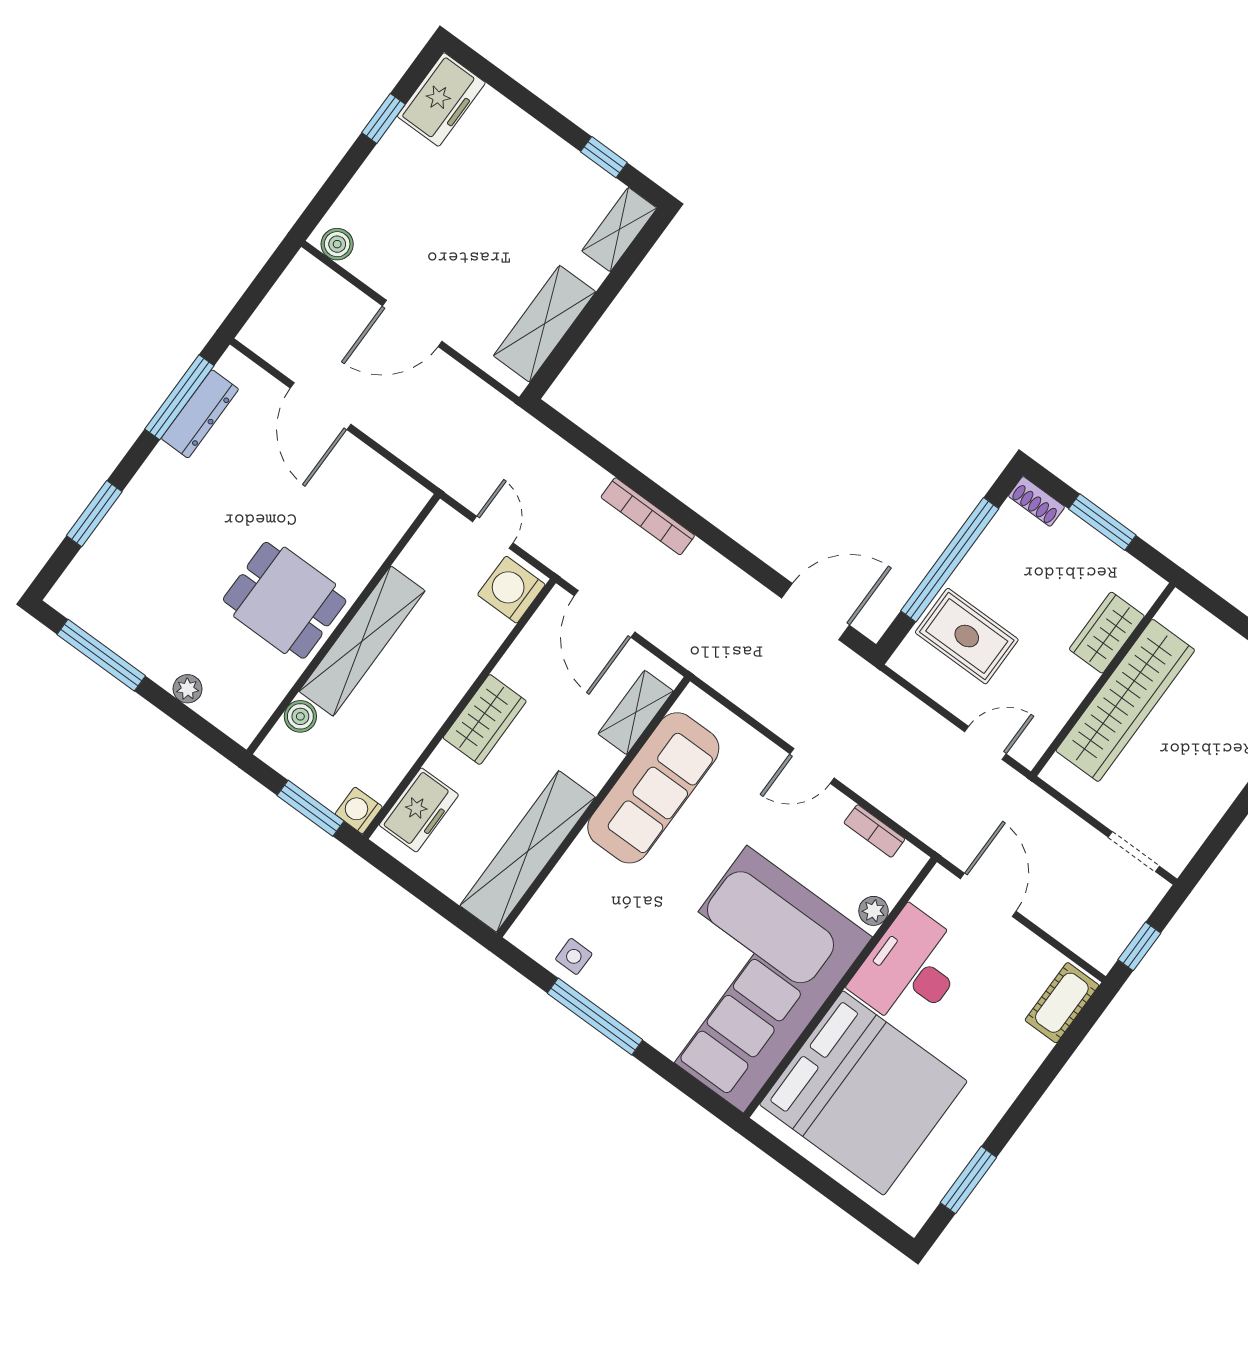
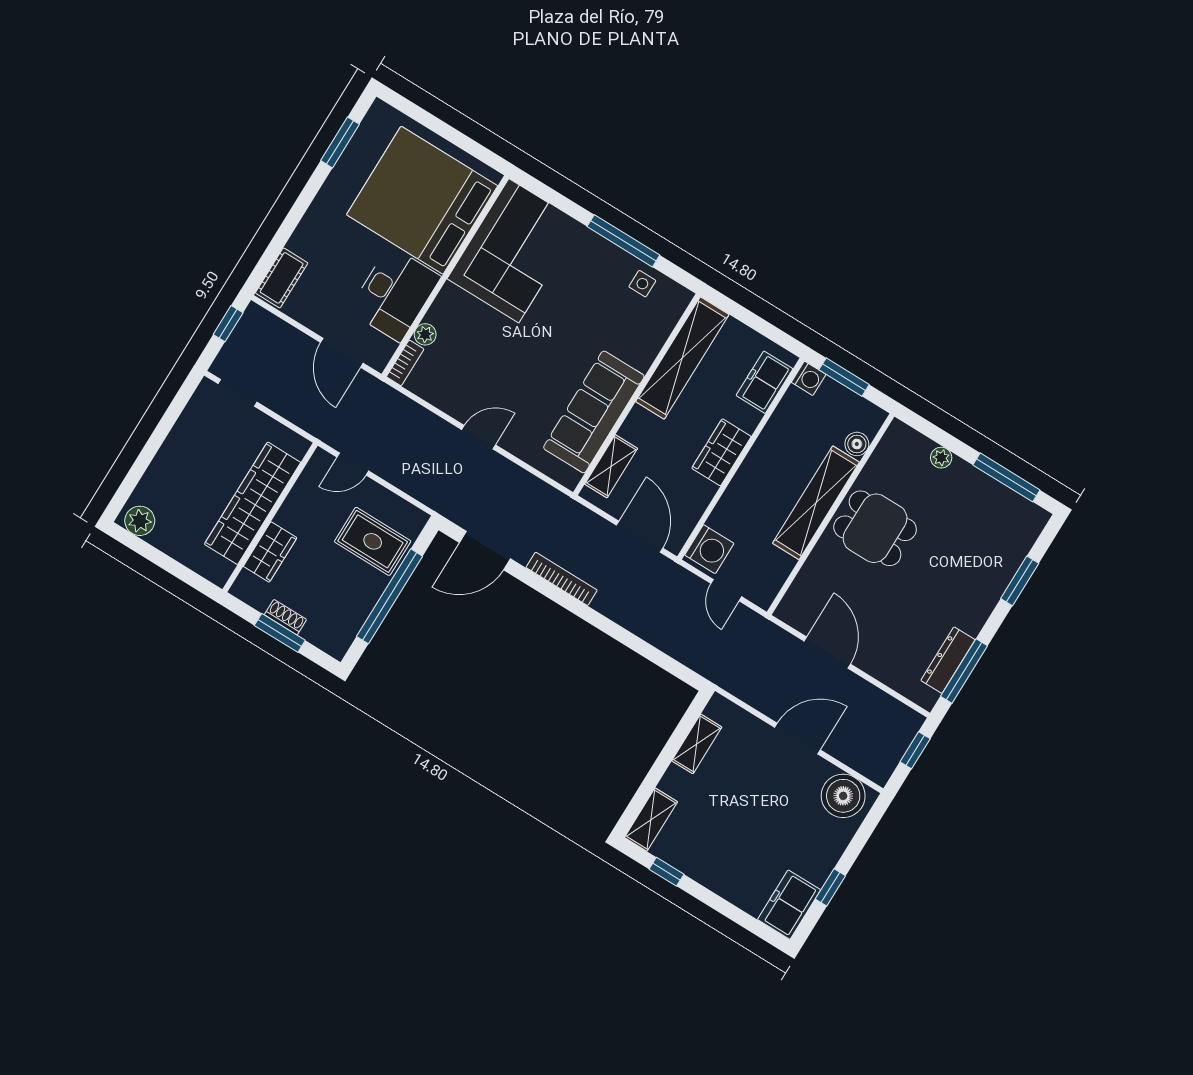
boiler: (337, 244) -> (843, 796), width x1.86, depth x1.86
window: (254, 295) -> (915, 750), added
shelving: (545, 324) -> (697, 744), width x0.67, depth x0.75
door: (320, 406) -> (827, 653), moved
shoe rack: (1037, 501) -> (285, 617), moved
bookcase: (648, 516) -> (562, 579), moved
bookcase: (874, 831) -> (405, 363), moved, turned 90
corner sofa: (745, 979) -> (514, 251), width x0.73, depth x0.74

